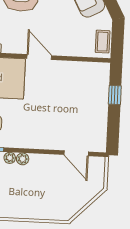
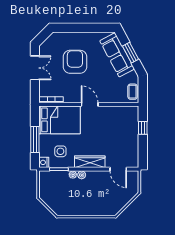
wardrobe: (35, 140) -> (90, 162), added

